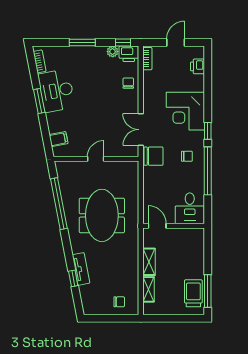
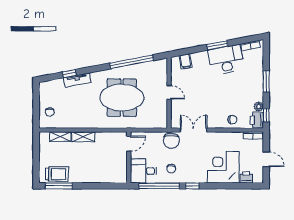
corner desk: (185, 111) -> (223, 167), moved
desk: (190, 208) -> (143, 171), moved
door: (157, 226) -> (129, 144), moved
wall: (174, 226) -> (129, 157), moved

